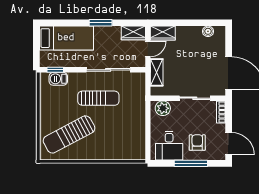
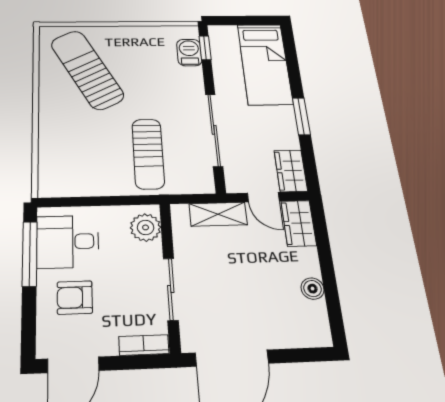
boiler: (208, 31) -> (313, 289), moved
sun lounger: (98, 98) -> (148, 154), moved
armchair: (197, 143) -> (75, 298), turned 180
window: (191, 163) -> (30, 254), moved

